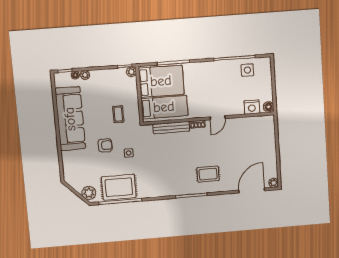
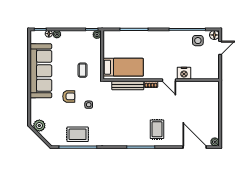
door: (273, 77) -> (220, 48), added
bed: (161, 81) -> (122, 45), removed
nightstand: (252, 107) -> (184, 73), moved
floor lamp: (269, 107) -> (214, 35), moved
door: (218, 118) -> (169, 80), hinge flipped
rug: (208, 174) -> (157, 129), turned 90
rug: (119, 187) -> (78, 134), width x0.73, depth x0.70
door: (252, 190) -> (195, 147), hinge flipped
plant: (89, 193) -> (39, 126), moved

